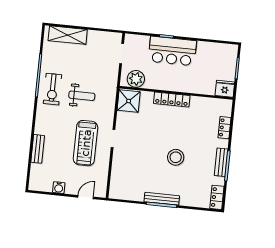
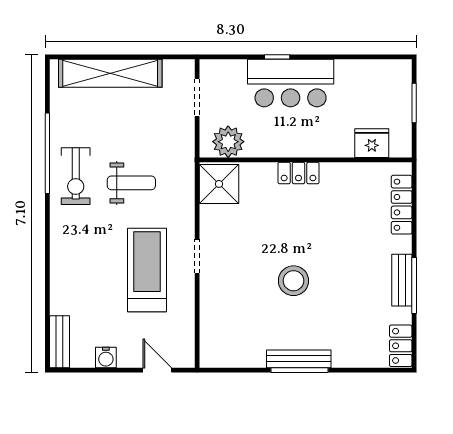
shelving: (68, 35) -> (110, 73), width x1.47
fridge: (225, 89) -> (372, 143), moved
locker: (172, 99) -> (299, 173), width x0.66
locker: (224, 128) -> (402, 205), width x1.53
treadmill: (86, 143) -> (147, 270), turned 180
bench: (38, 149) -> (60, 342), moved
stool: (176, 157) -> (293, 281), moved
door: (86, 197) -> (157, 370), hinge flipped

